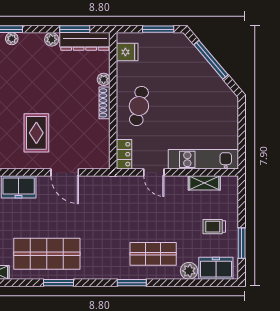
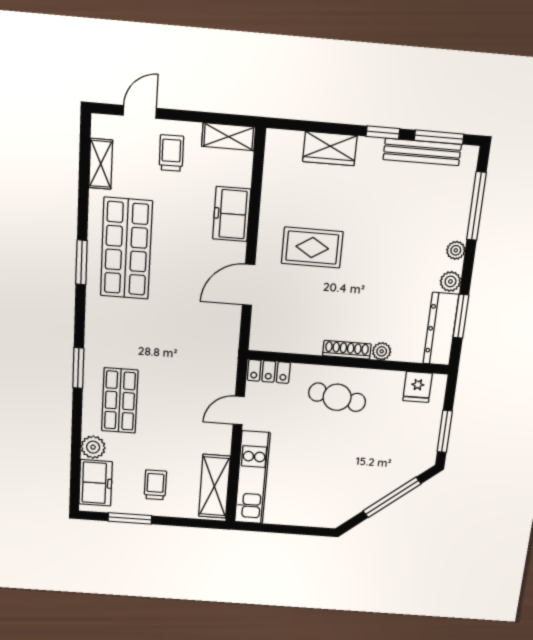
plant: (12, 39) -> (456, 250), moved
shelving: (204, 183) -> (214, 486), width x1.50, depth x1.33

